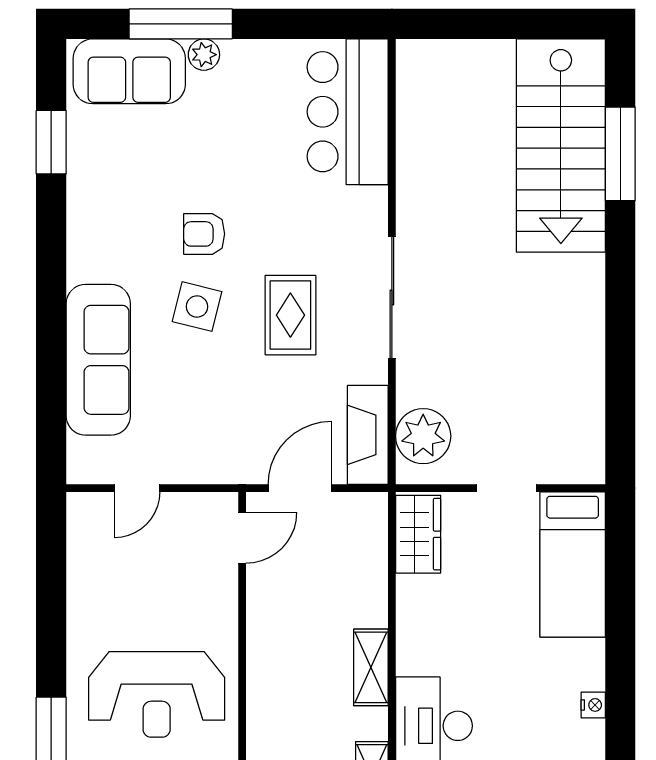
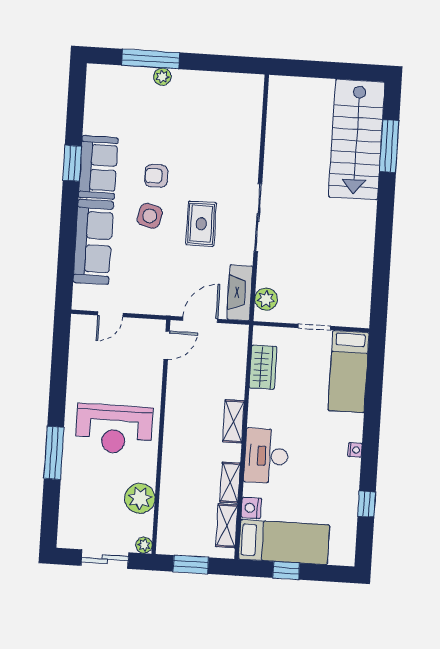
sofa: (129, 71) -> (98, 167), moved, turned -90
bar counter: (348, 112) -> (240, 113), removed
window: (51, 142) -> (72, 163), moved
plant: (423, 436) -> (266, 299), width x0.73, depth x0.73
wardrobe: (418, 534) -> (263, 367), moved

